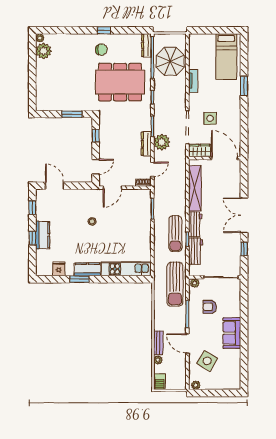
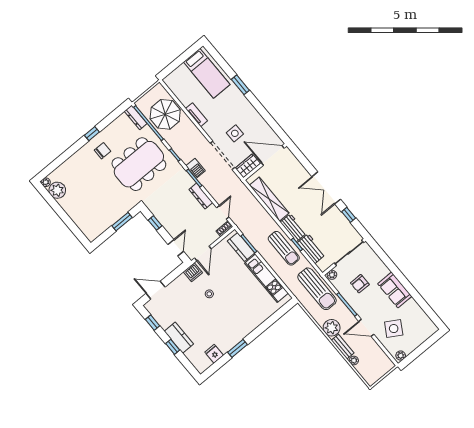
plant: (162, 142) -> (332, 328), moved
dishwasher: (93, 195) -> (193, 272), added
kitchen counter: (87, 269) -> (241, 247), moved, turned -90
kitchen unit: (126, 269) -> (266, 278), moved, turned -90
barbecue: (159, 382) -> (196, 168), moved

